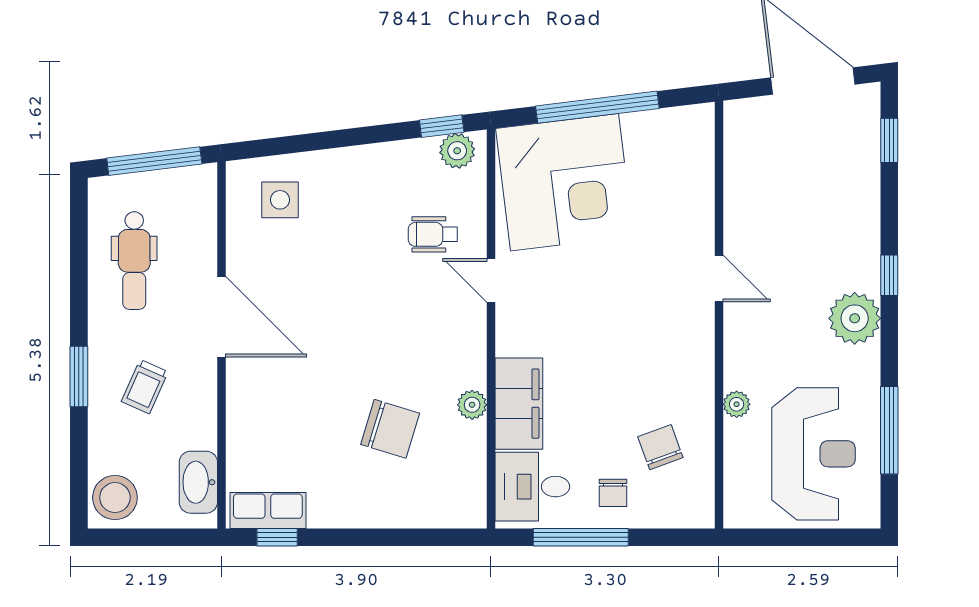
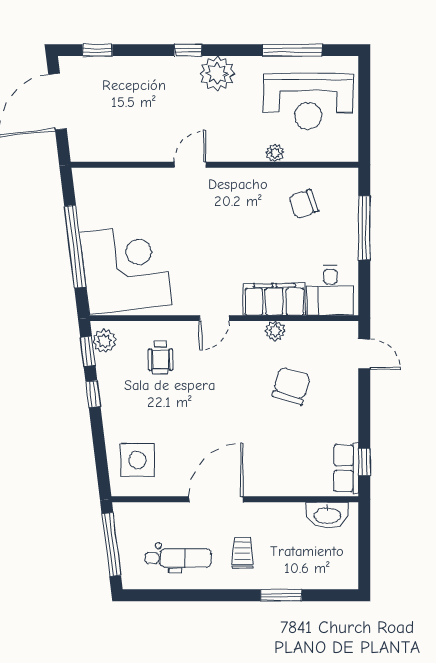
window: (378, 134) -> (93, 394), added
side table: (280, 200) -> (137, 460), width x1.37, depth x1.37
door: (491, 280) -> (214, 318), moved
window: (79, 376) -> (281, 595), moved
trolley: (145, 387) -> (243, 553), moved, turned -114
reception desk: (813, 454) -> (308, 101), turned 180
chair: (613, 493) -> (334, 236), removed
stool: (115, 498) -> (338, 571), removed
door: (437, 537) -> (364, 354), added
window: (581, 537) -> (364, 228), moved

